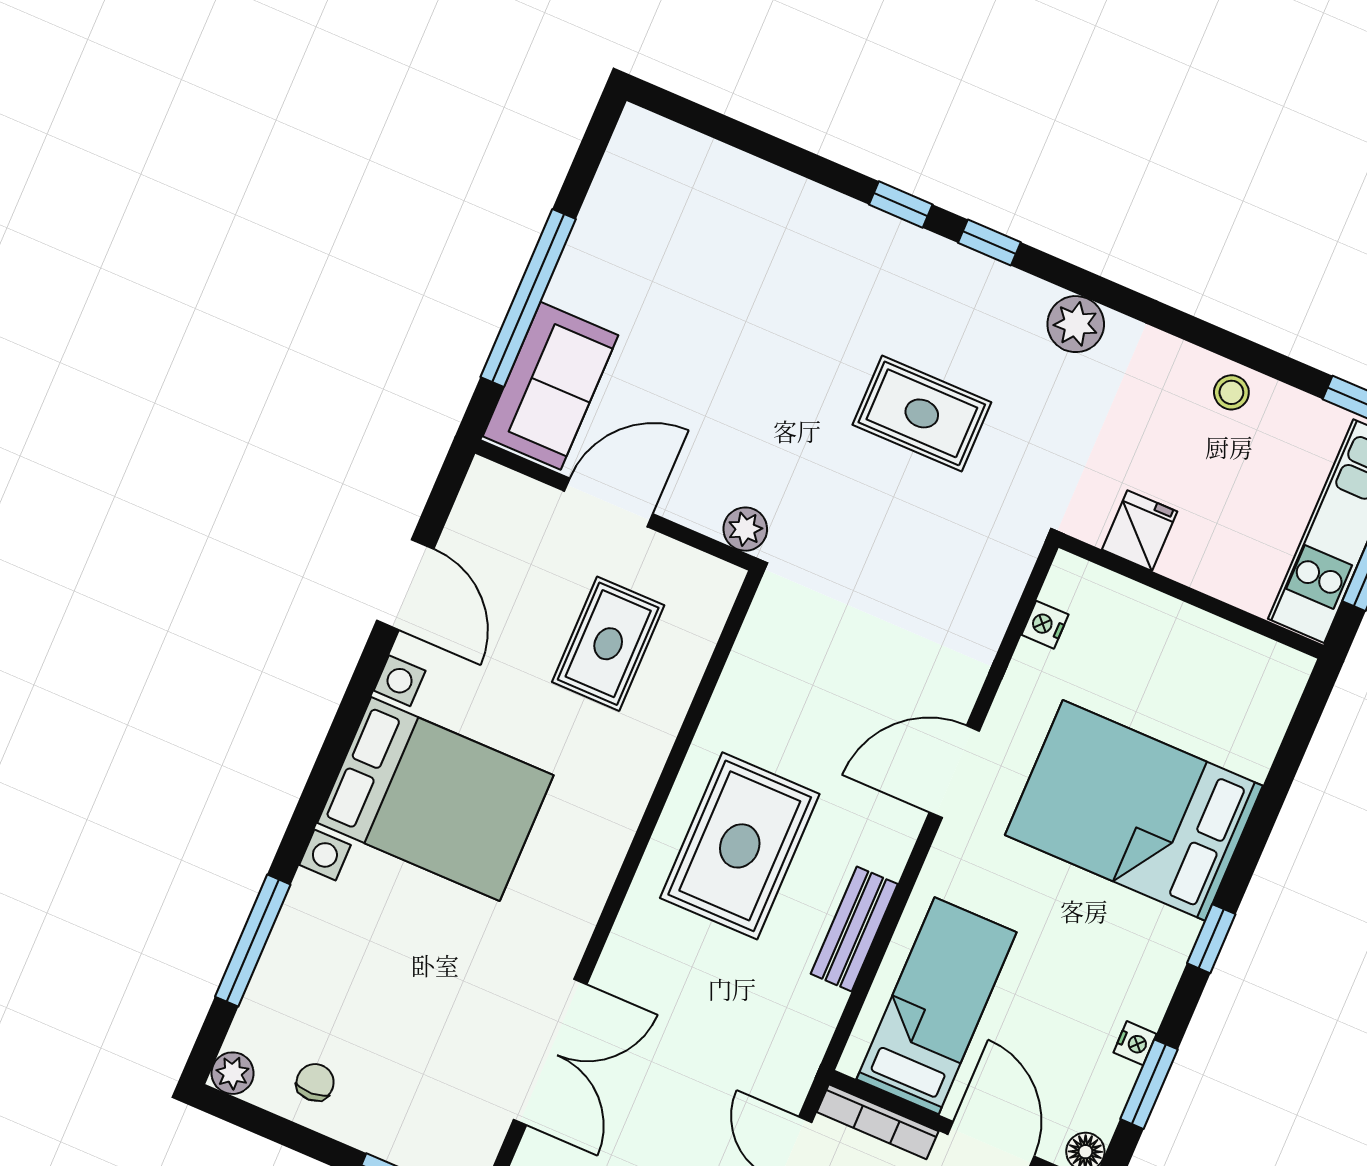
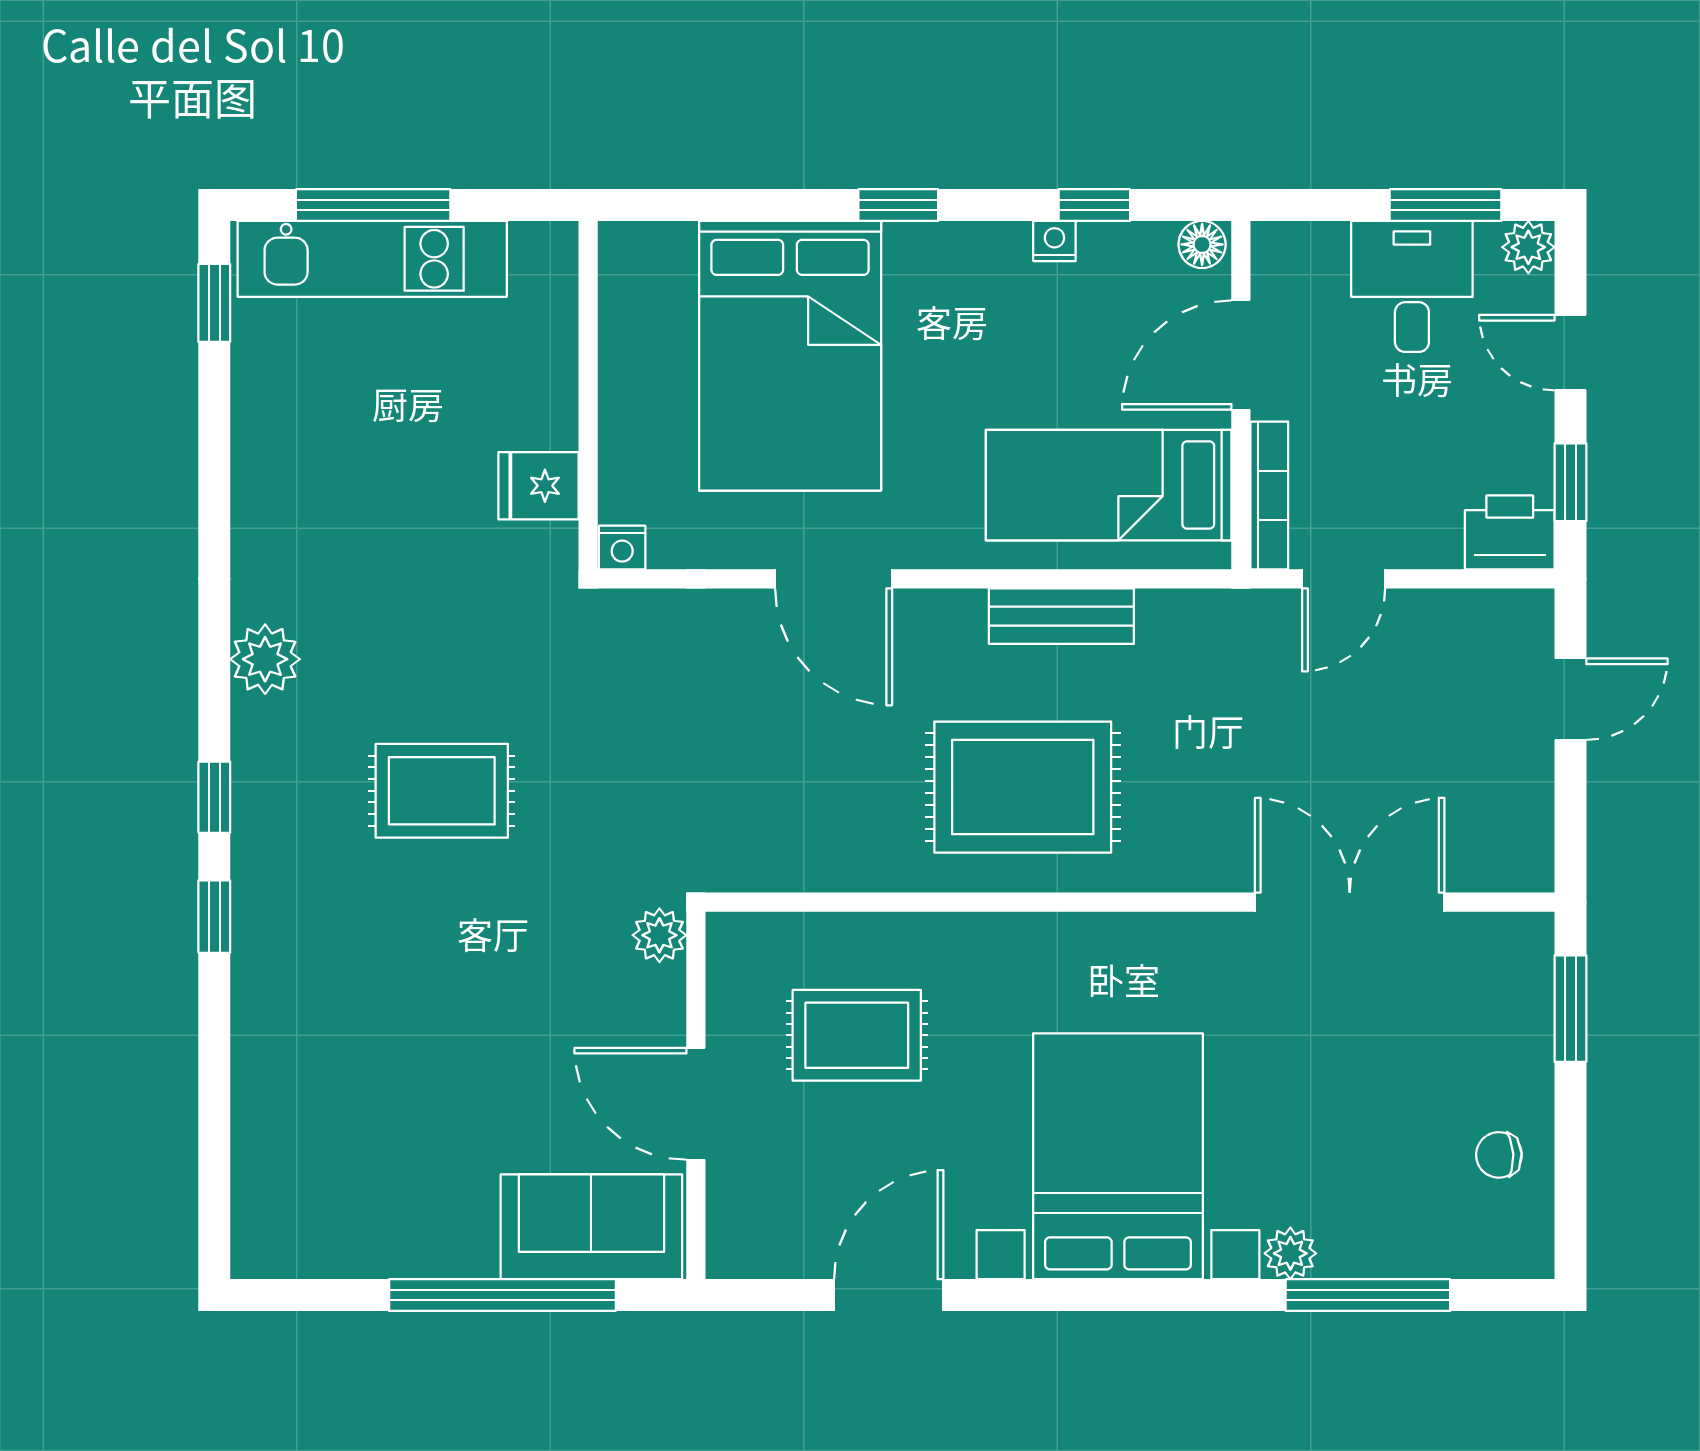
stool: (1231, 392) -> (267, 449), removed
rug: (922, 413) -> (442, 791), turned 90
fridge: (1140, 531) -> (539, 486), moved
wall: (1191, 596) -> (588, 395), moved
plant: (233, 1073) -> (1290, 1253), moved
window: (1149, 1084) -> (1094, 205), width x0.67

